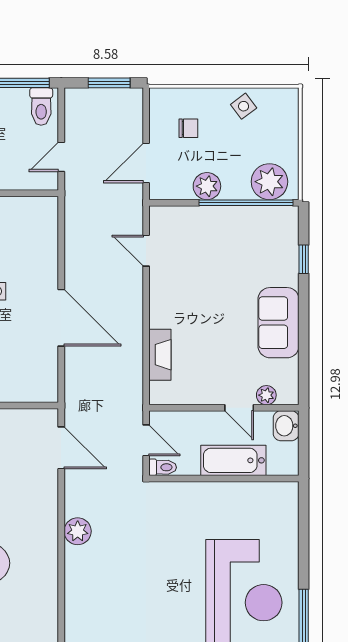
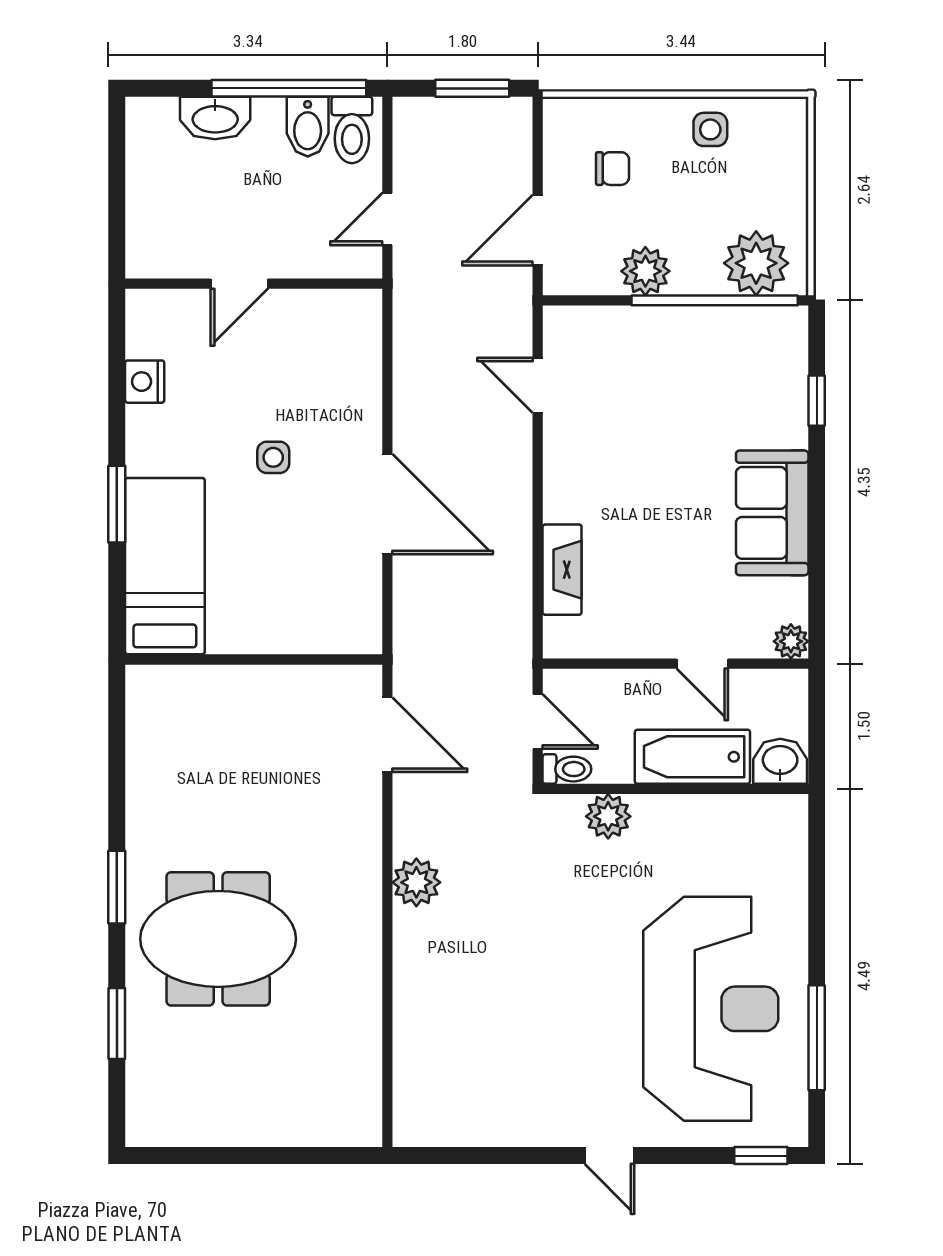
bidet: (16, 105) -> (308, 127), added
side table: (244, 106) -> (710, 129), turned 37
plant: (266, 395) -> (791, 641), moved
washbasin: (286, 426) -> (780, 761), moved, turned 90
plant: (186, 494) -> (608, 816), added

